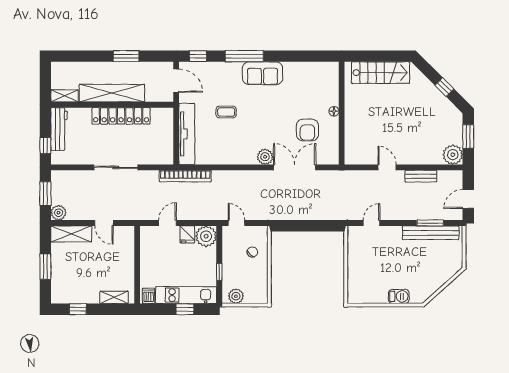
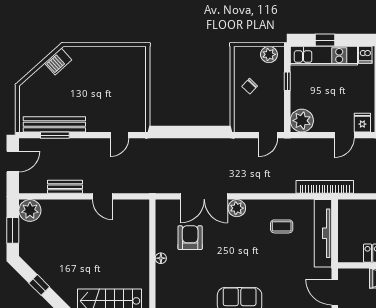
coffee table: (226, 112) -> (282, 226), moved
door: (237, 223) -> (268, 135), hinge flipped
fridge: (187, 234) -> (362, 123), moved
chair: (252, 252) -> (250, 86), moved
barbecue: (399, 296) -> (58, 61), moved, turned -42

